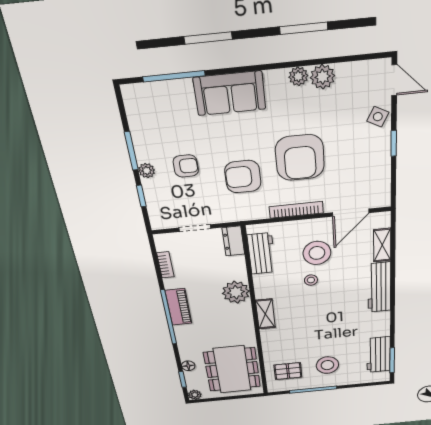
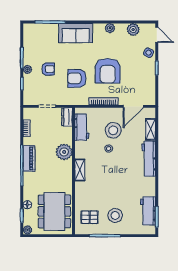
plant: (323, 77) -> (133, 30), moved

